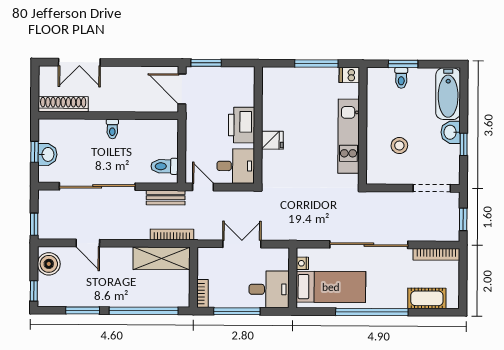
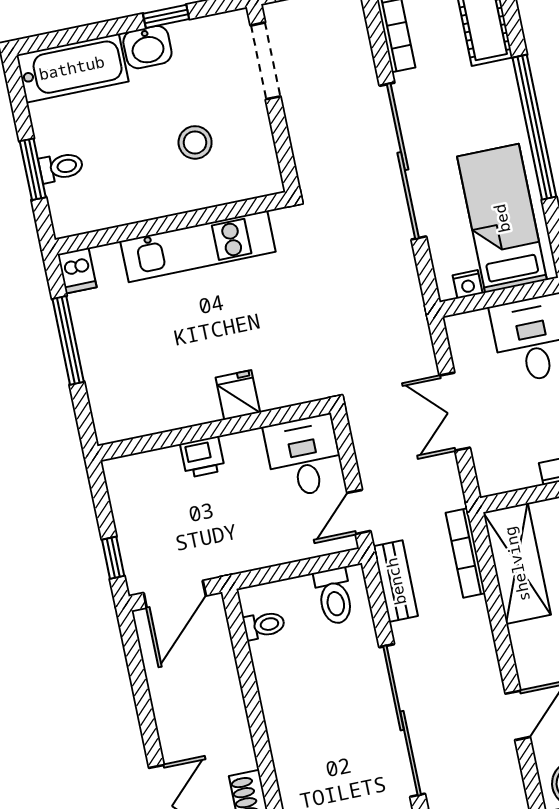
window: (206, 63) -> (113, 558), width x0.67
printer: (242, 125) -> (203, 457), width x0.53, depth x0.68
toilet: (112, 129) -> (264, 625), moved

